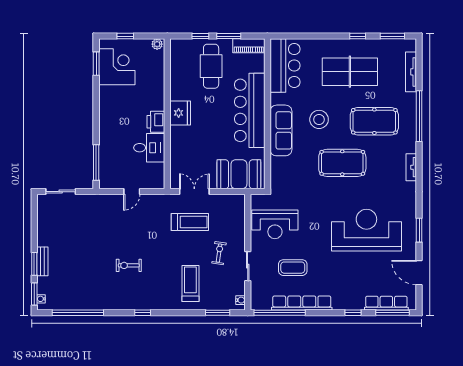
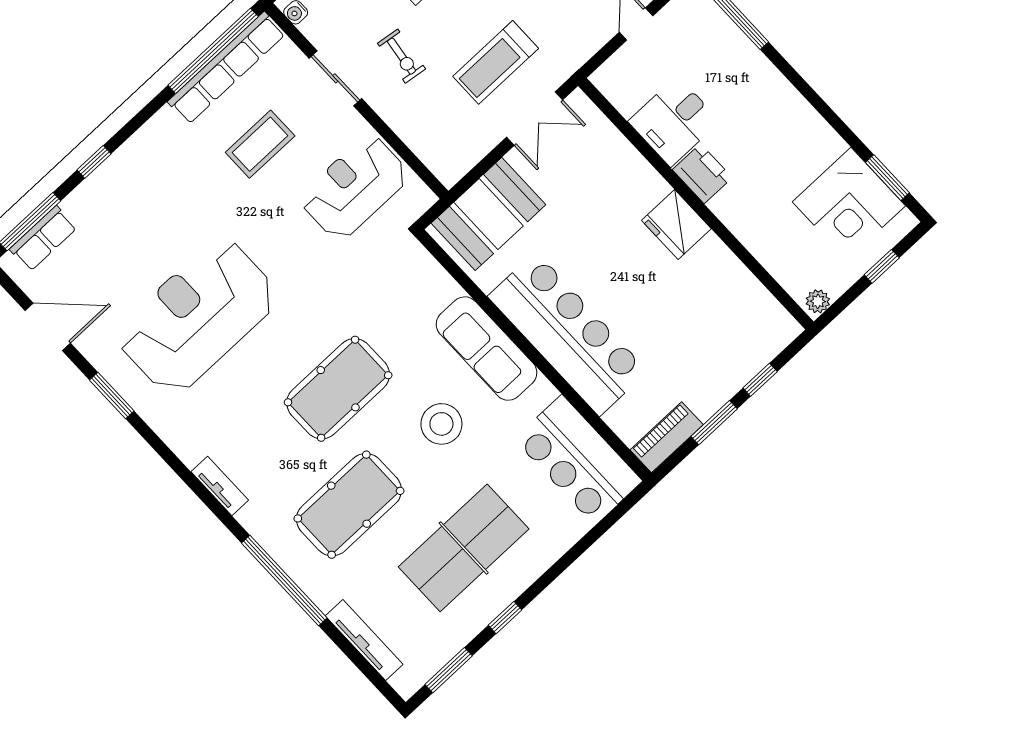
cafe table: (211, 66) -> (697, 347), removed
reception desk: (366, 230) -> (197, 316), turned 180
row of seats: (302, 303) -> (226, 68), moved
row of seats: (386, 303) -> (43, 238), width x0.68

